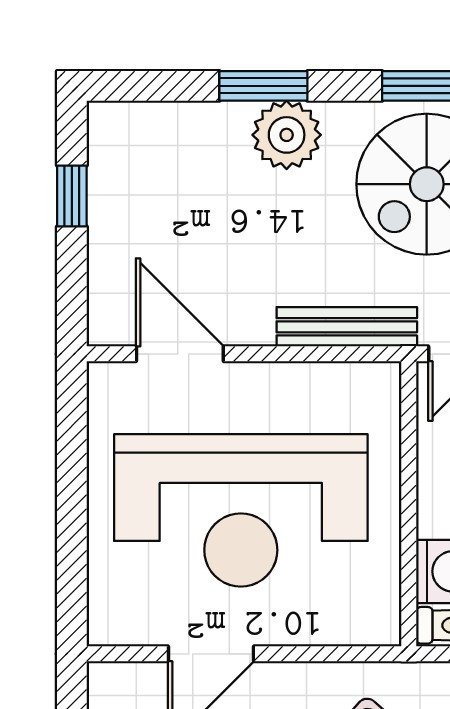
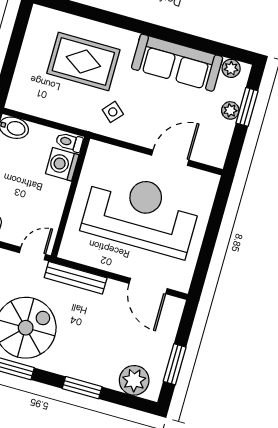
plant: (287, 135) -> (134, 380), moved
window: (72, 196) -> (175, 364), width x1.50

